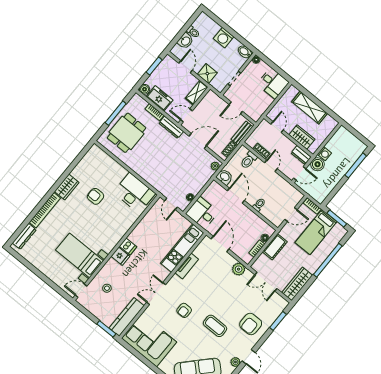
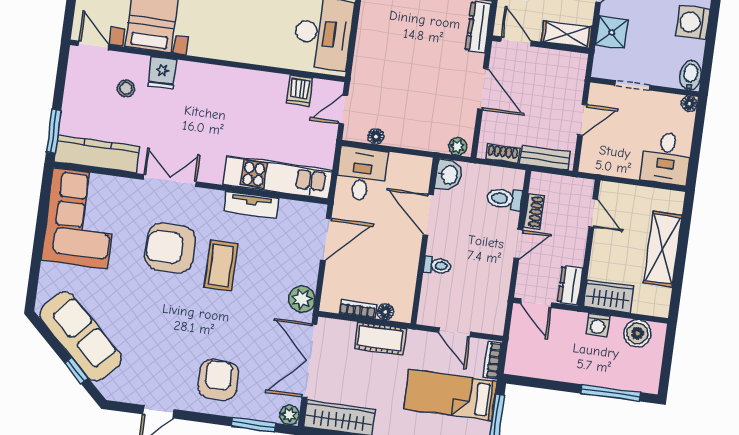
door: (236, 108) -> (582, 120), swing flipped
door: (277, 127) -> (593, 213), hinge flipped
wardrobe: (302, 137) -> (609, 296), moved, turned -90
boiler: (318, 164) -> (637, 333), moved
door: (236, 196) -> (428, 215), swing flipped
dishwasher: (128, 247) -> (300, 91), moved
fridge: (120, 256) -> (162, 73), moved
double door: (266, 282) -> (309, 361), width x1.37
armchair: (184, 310) -> (170, 248), width x1.88, depth x1.88
armchair: (251, 324) -> (218, 380), turned 90
coffee table: (215, 326) -> (221, 265), moved
plant: (235, 362) -> (289, 415), moved

